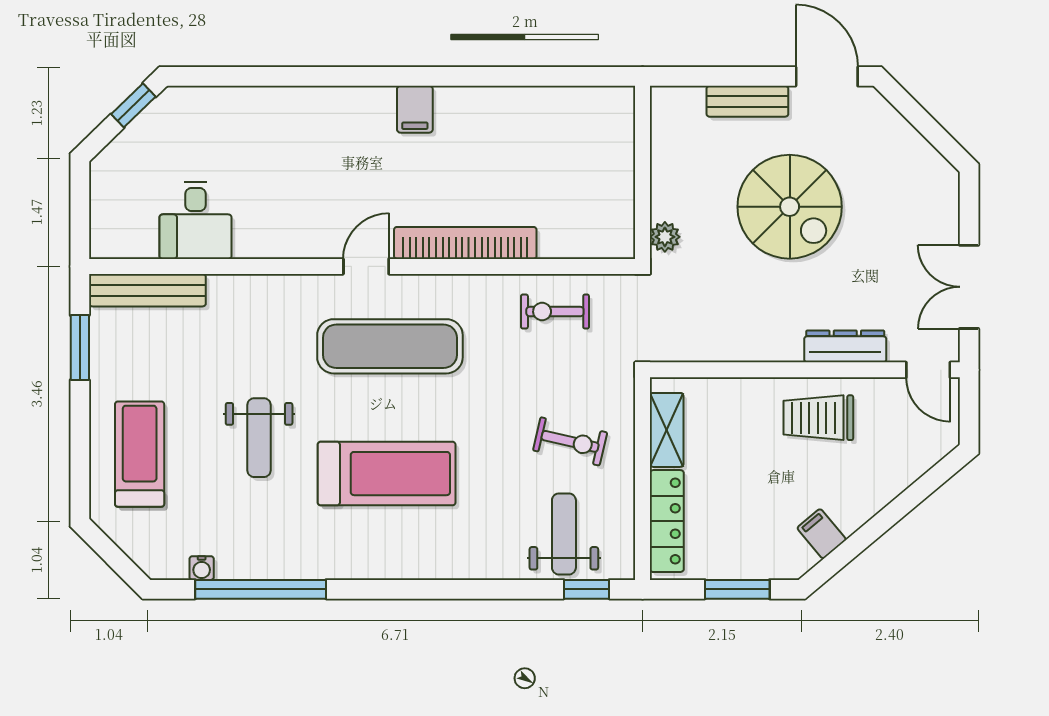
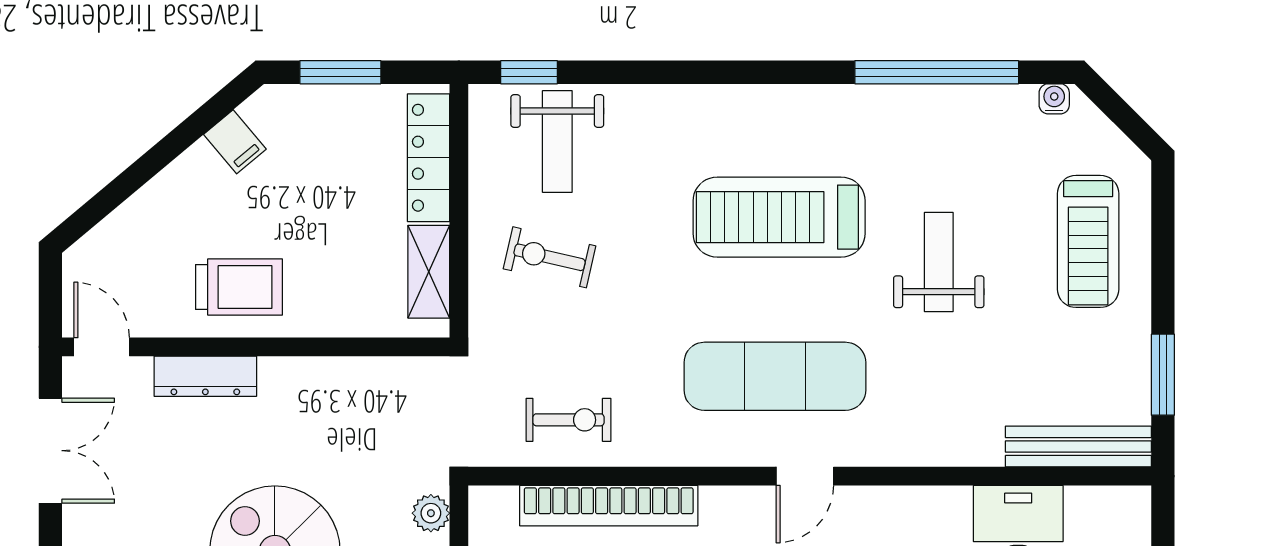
bookcase: (465, 243) -> (609, 506), moved
water cooler: (202, 568) -> (1054, 99), moved

